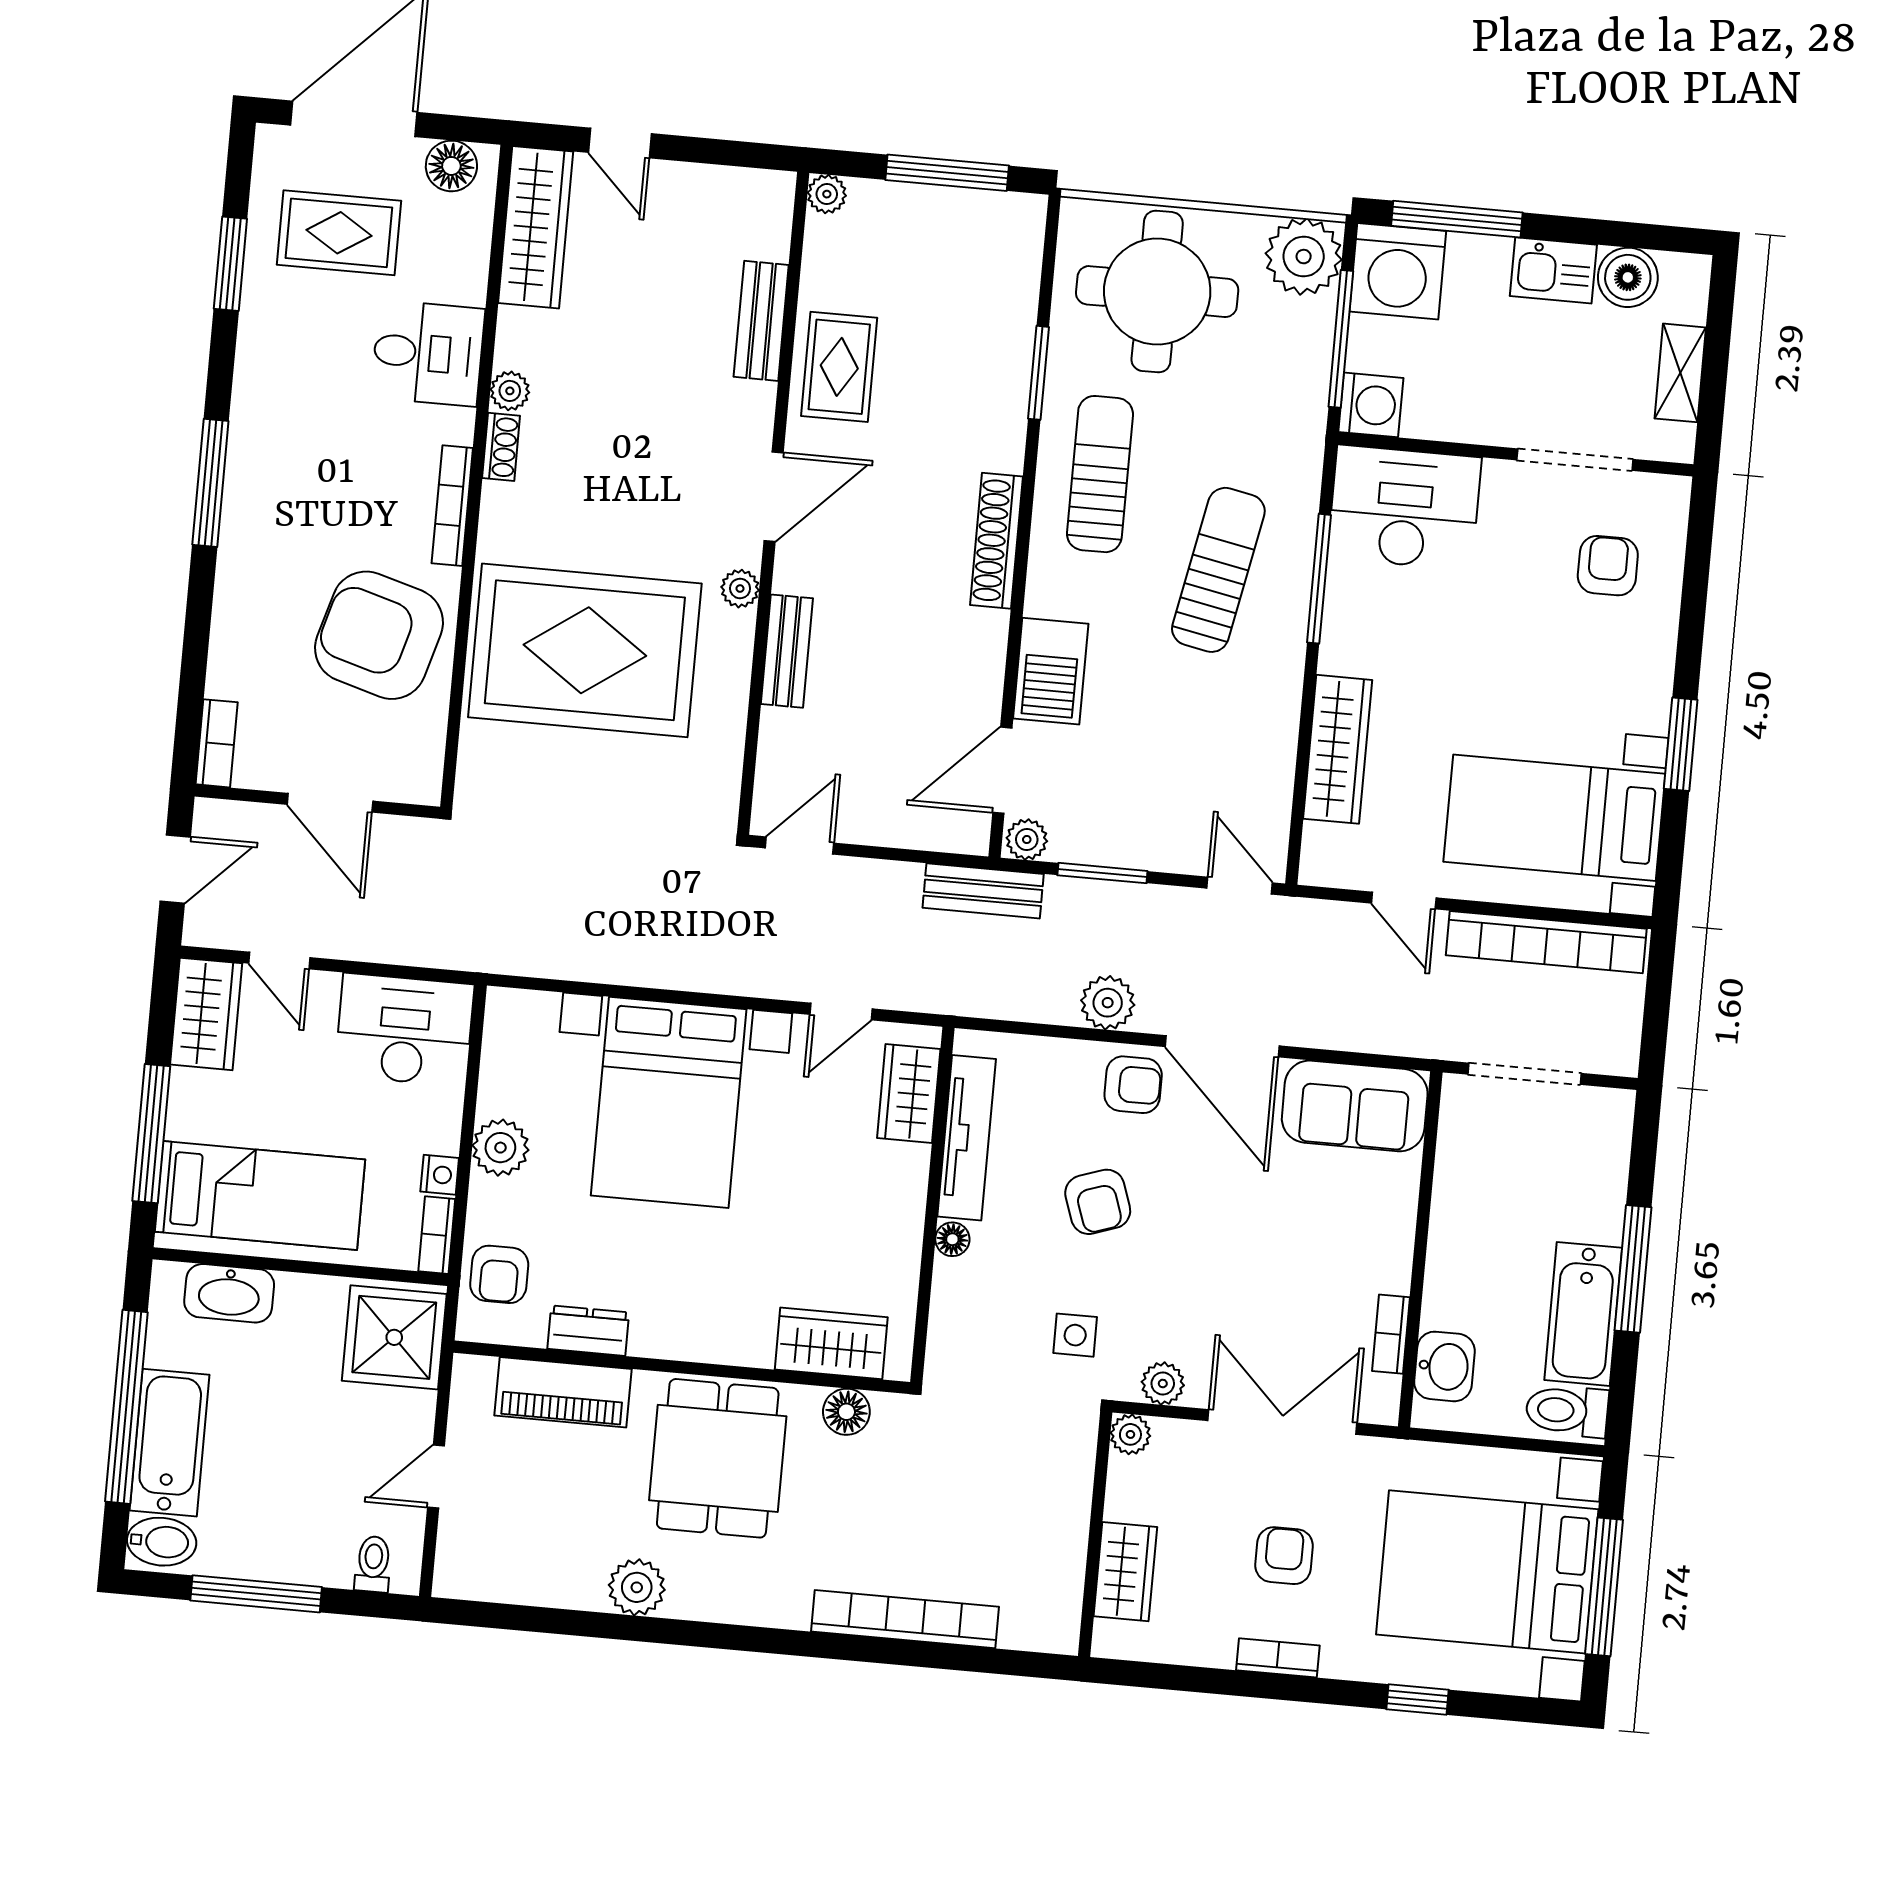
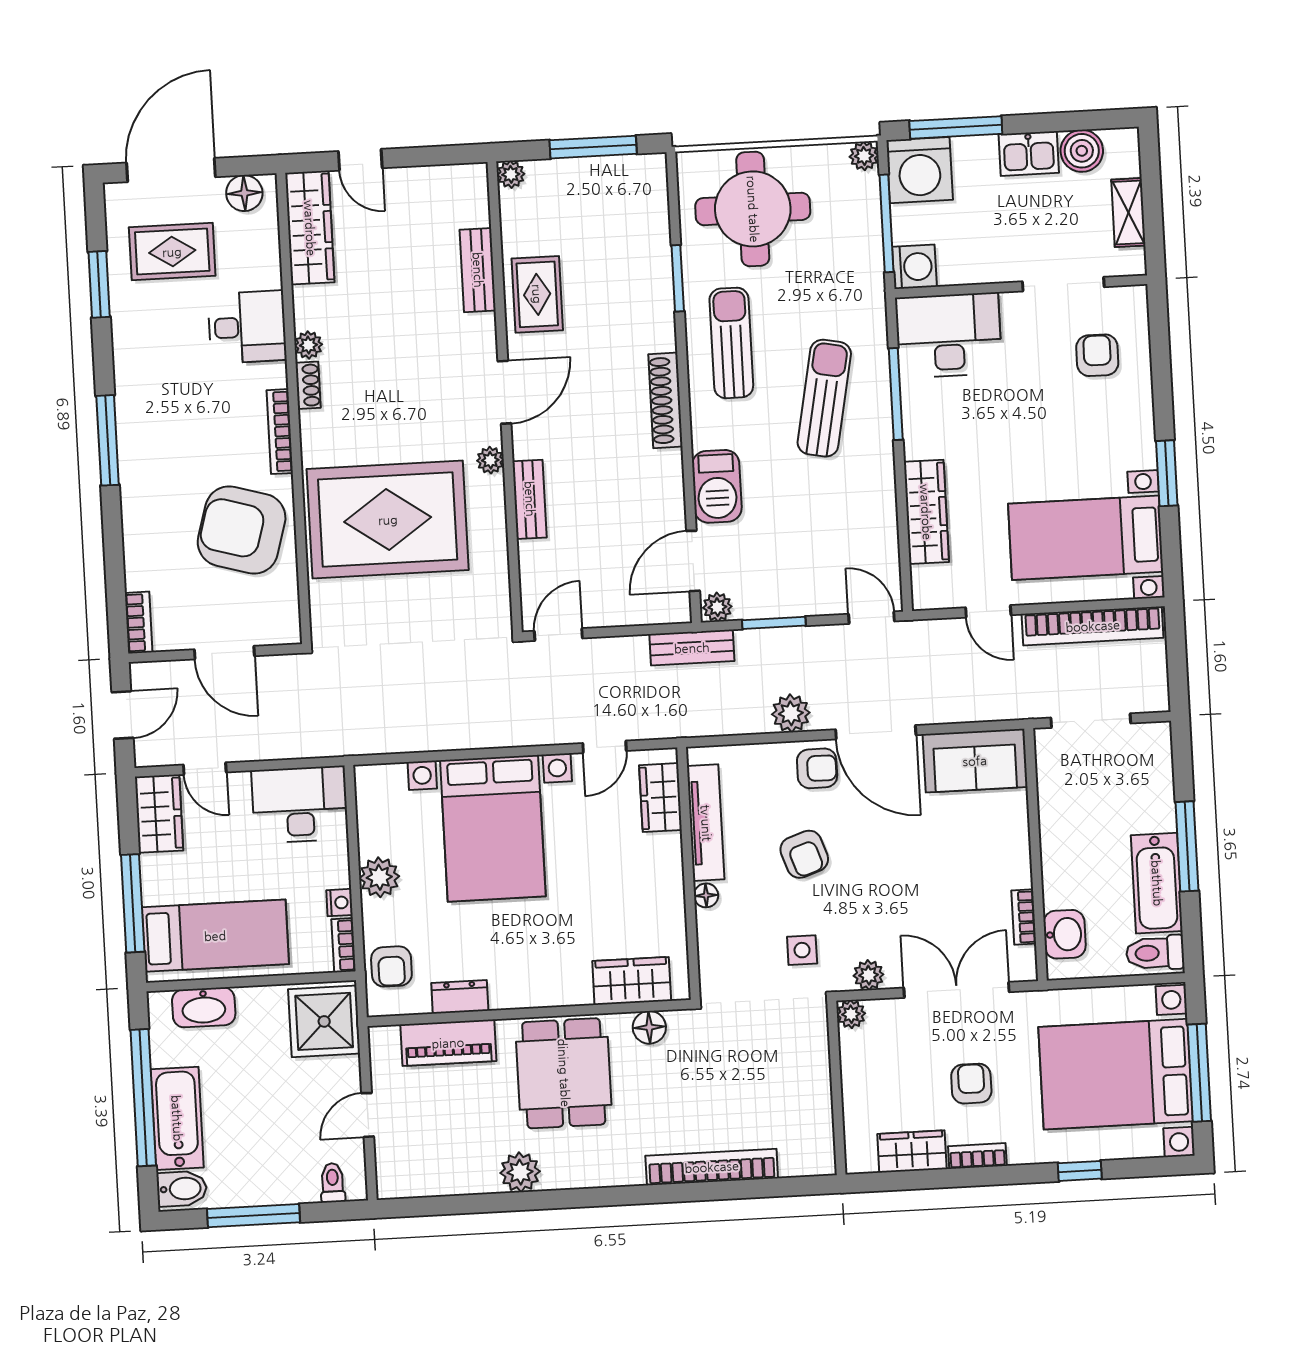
plant: (1304, 257) -> (864, 156), width x0.53, depth x0.53
wardrobe: (1125, 1572) -> (912, 1151), moved, turned -90

